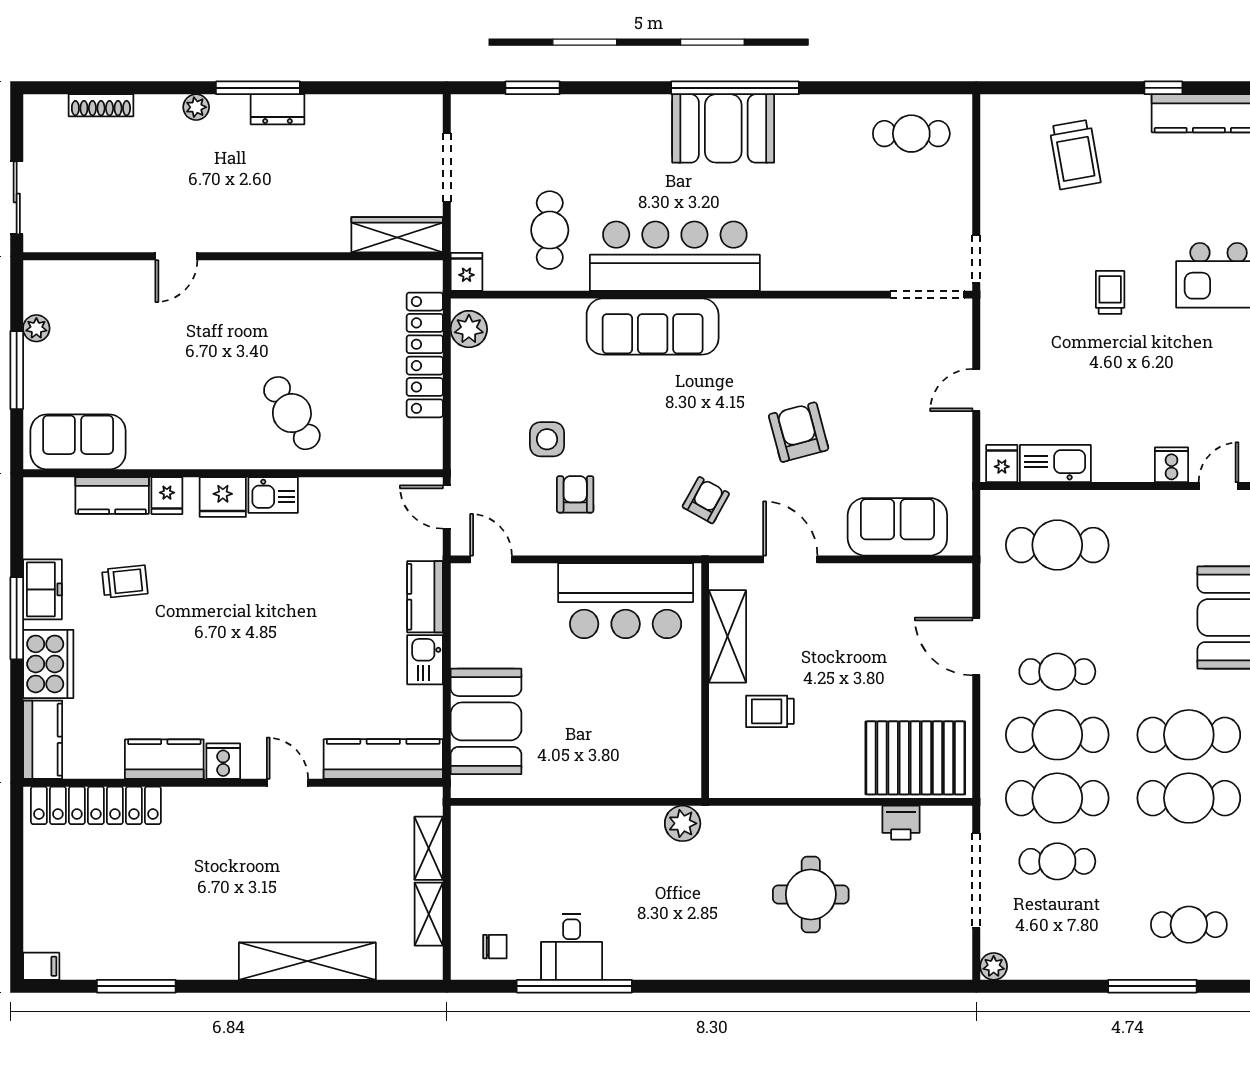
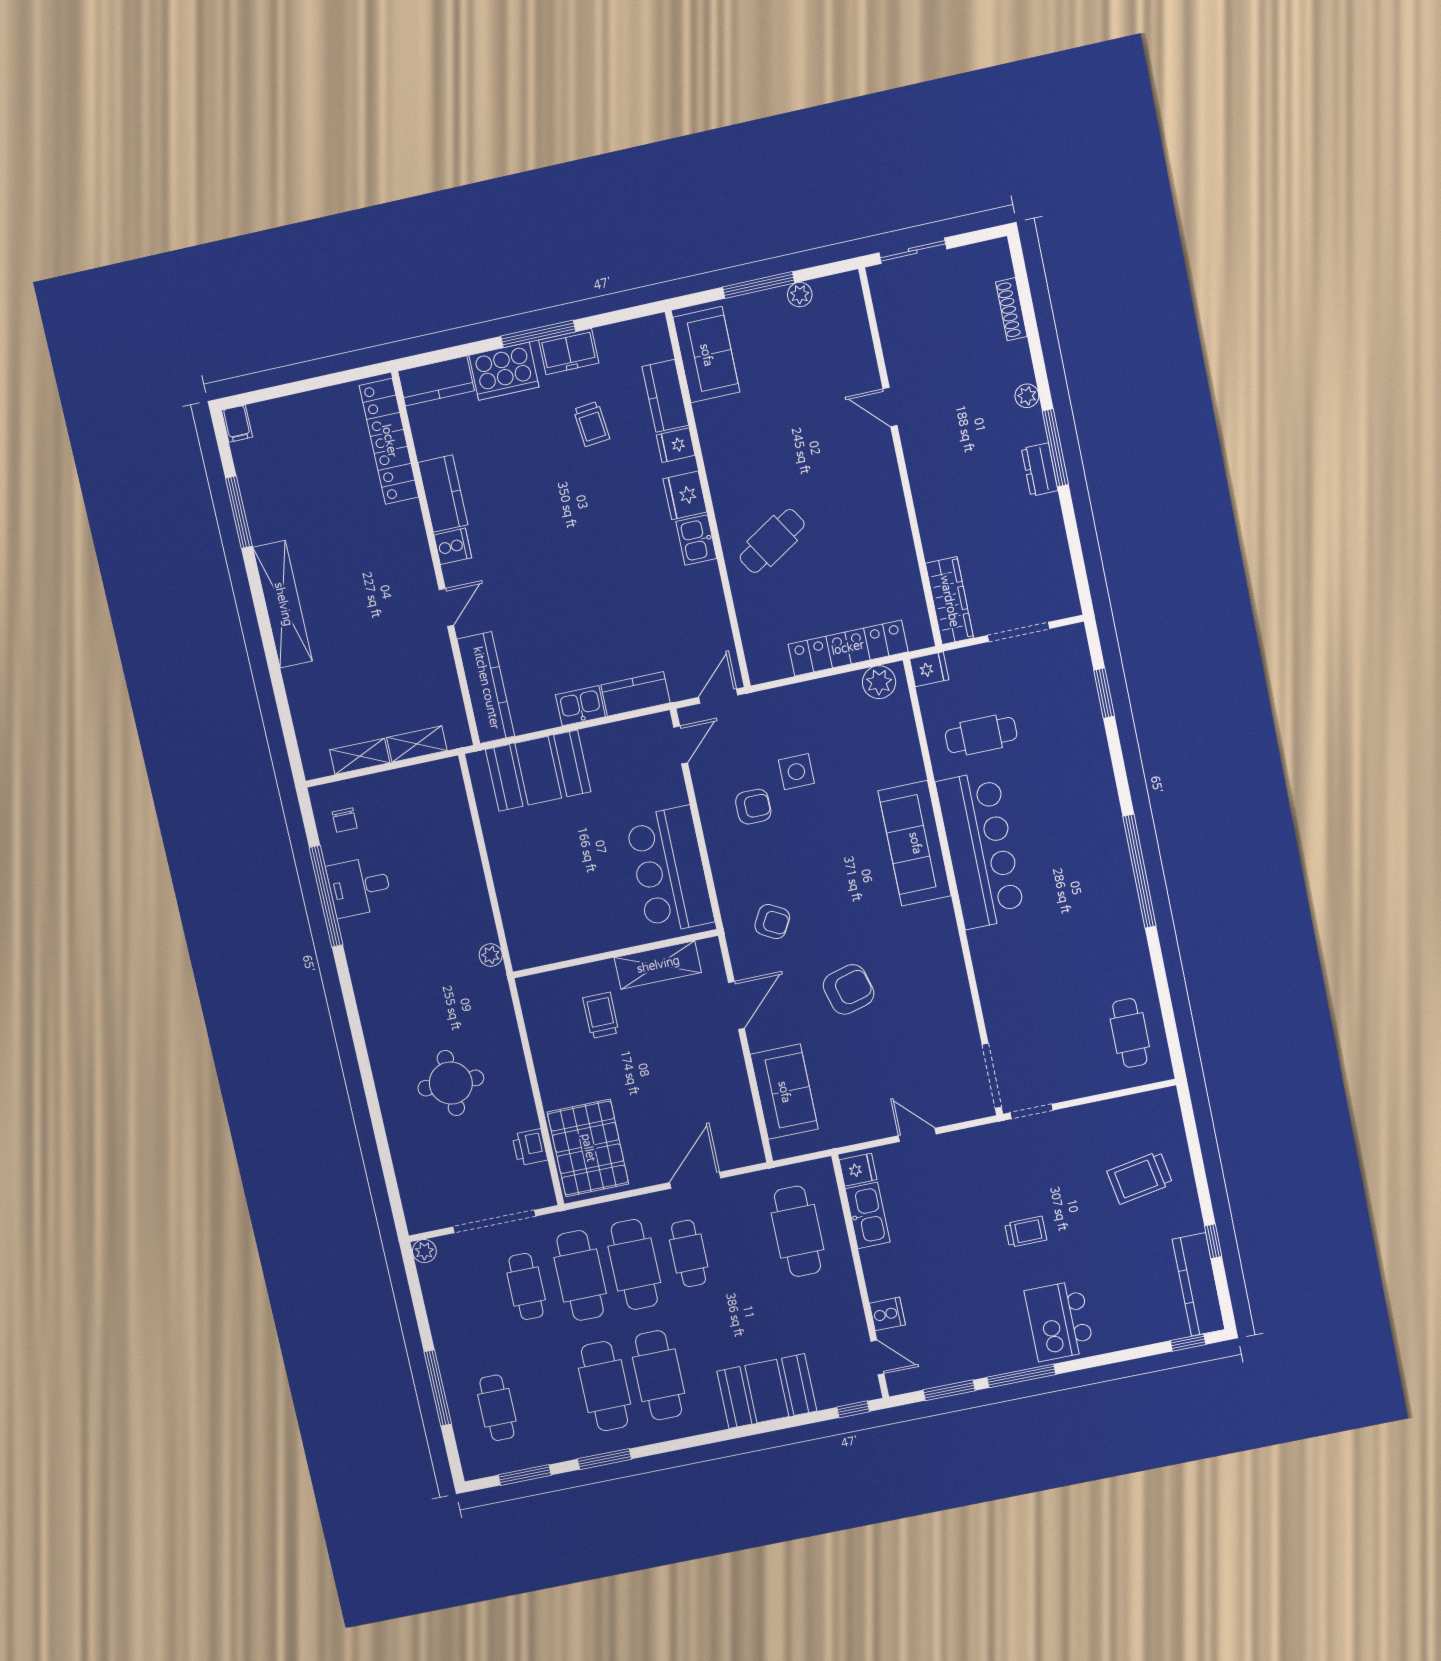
booth: (723, 128) -> (1102, 868), removed
plant: (683, 823) -> (491, 955), width x0.73, depth x0.73
shelving: (307, 961) -> (283, 604), moved

